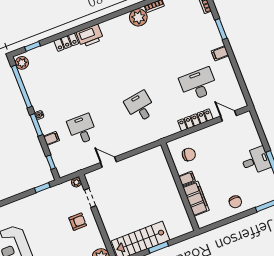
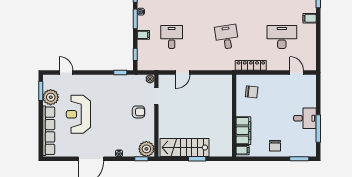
locker: (195, 120) -> (251, 65), moved
door: (108, 162) -> (183, 73), swing flipped
filing cabinet: (187, 178) -> (243, 150), moved

